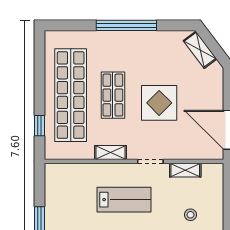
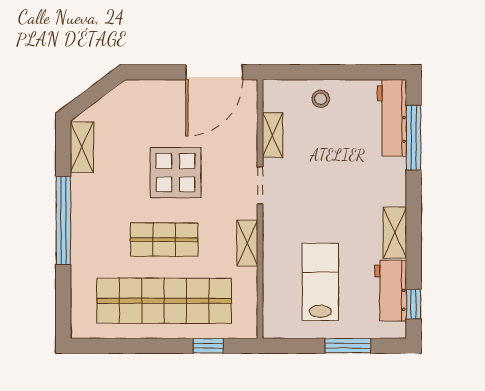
shelving: (200, 50) -> (82, 147), moved, turned -53
lab bench: (124, 200) -> (320, 282), moved
stool: (190, 215) -> (321, 99), moved

